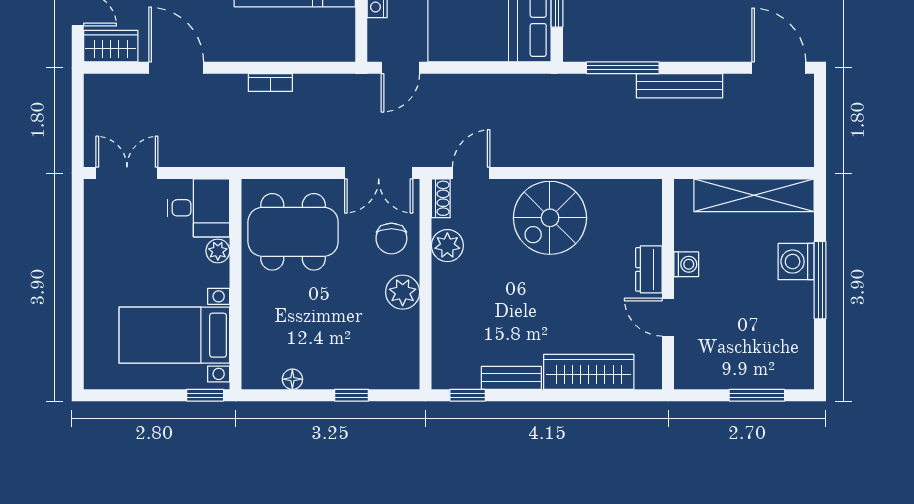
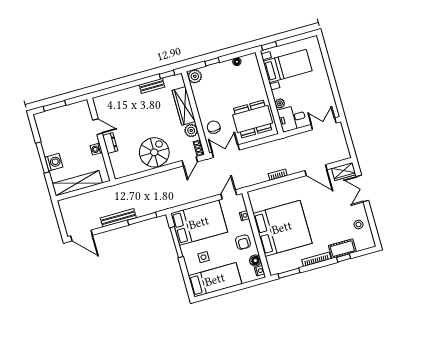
double door: (127, 173) -> (324, 124), swing flipped
plant: (403, 292) -> (195, 76), moved
wardrobe: (589, 372) -> (184, 106), moved, turned 90

